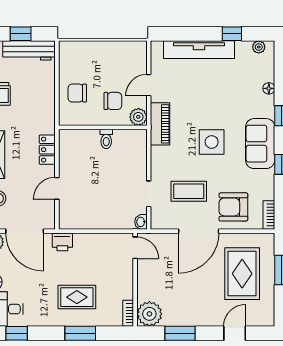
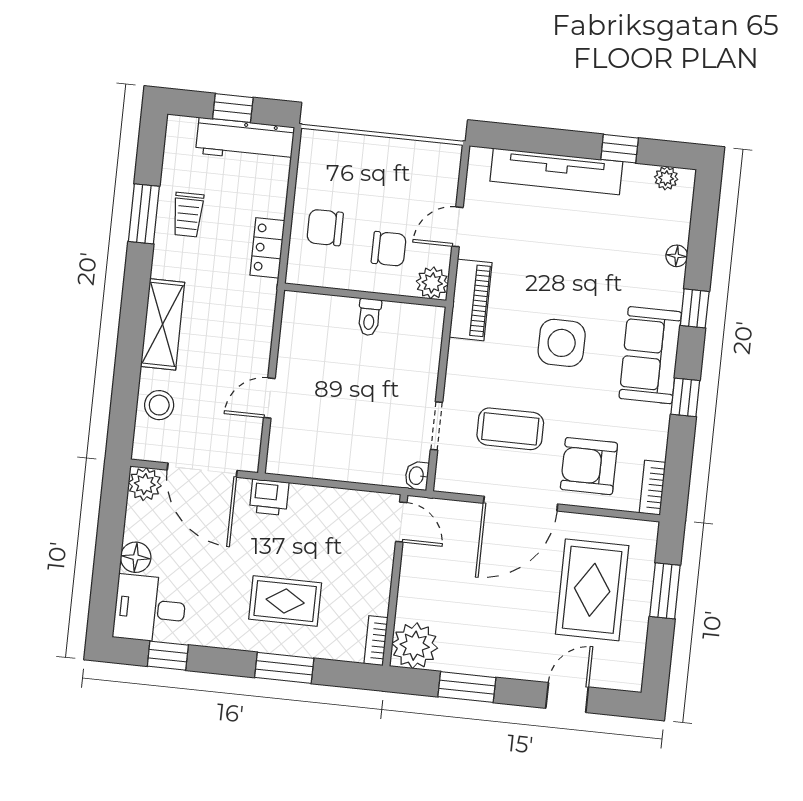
locker: (47, 150) -> (267, 248), moved

